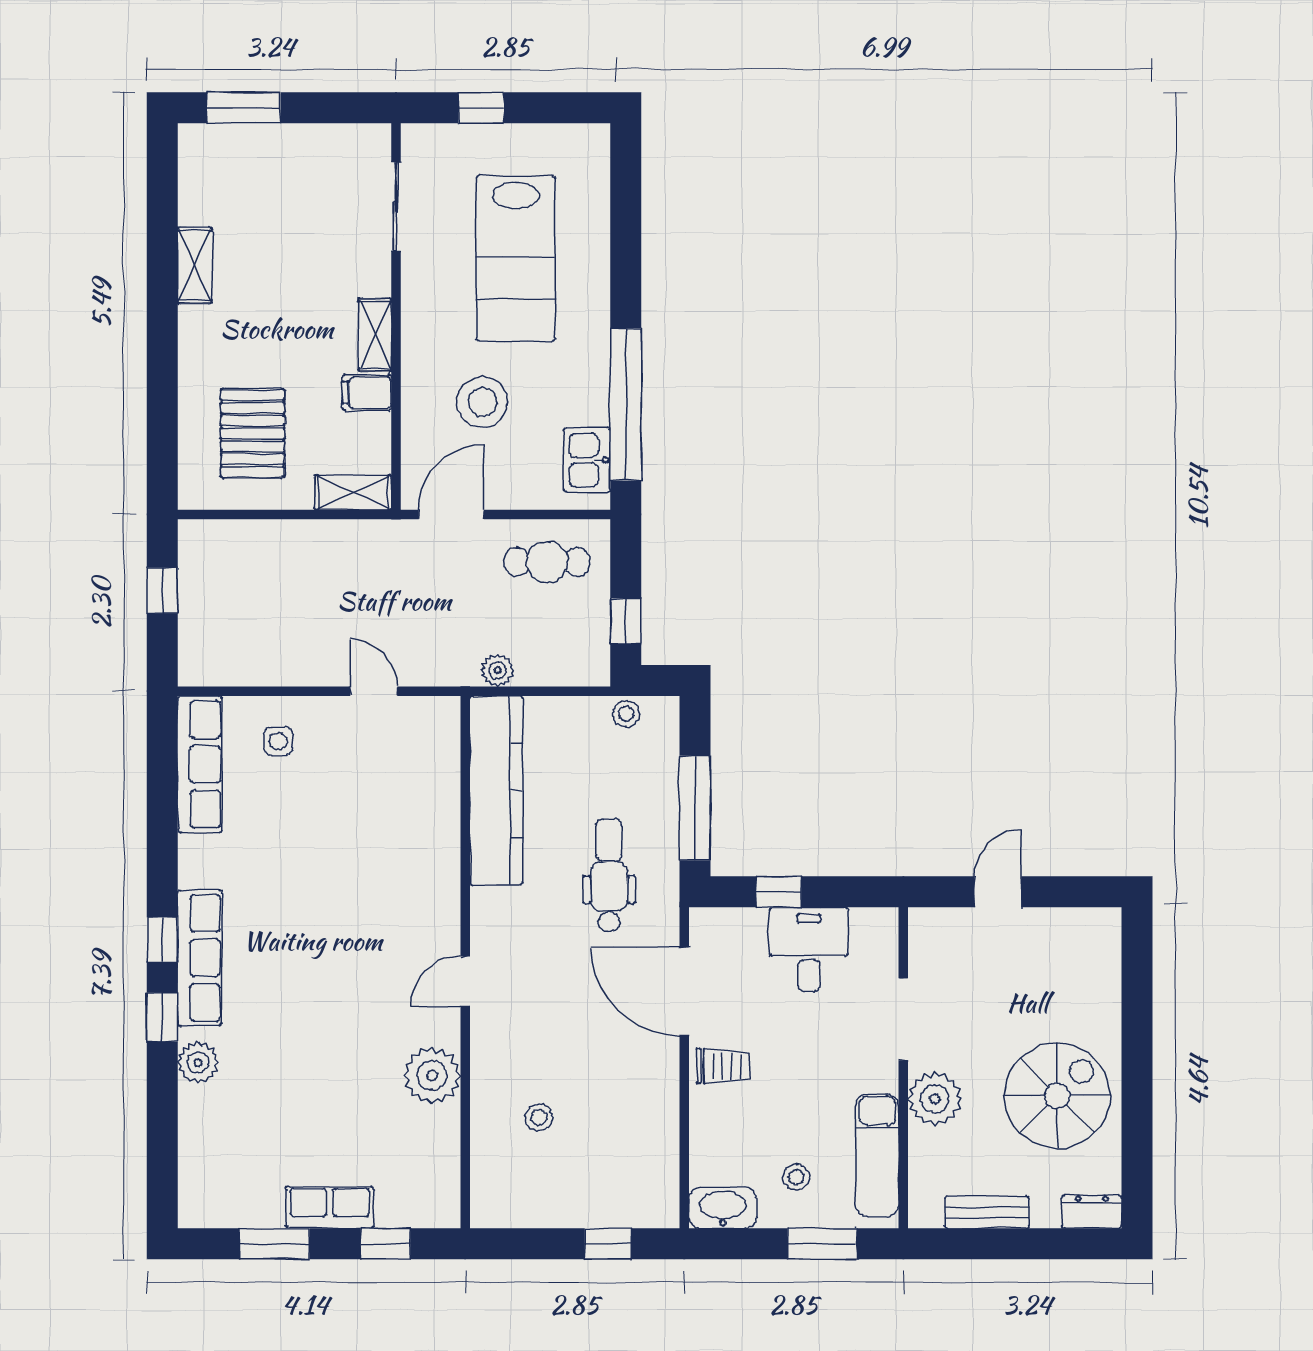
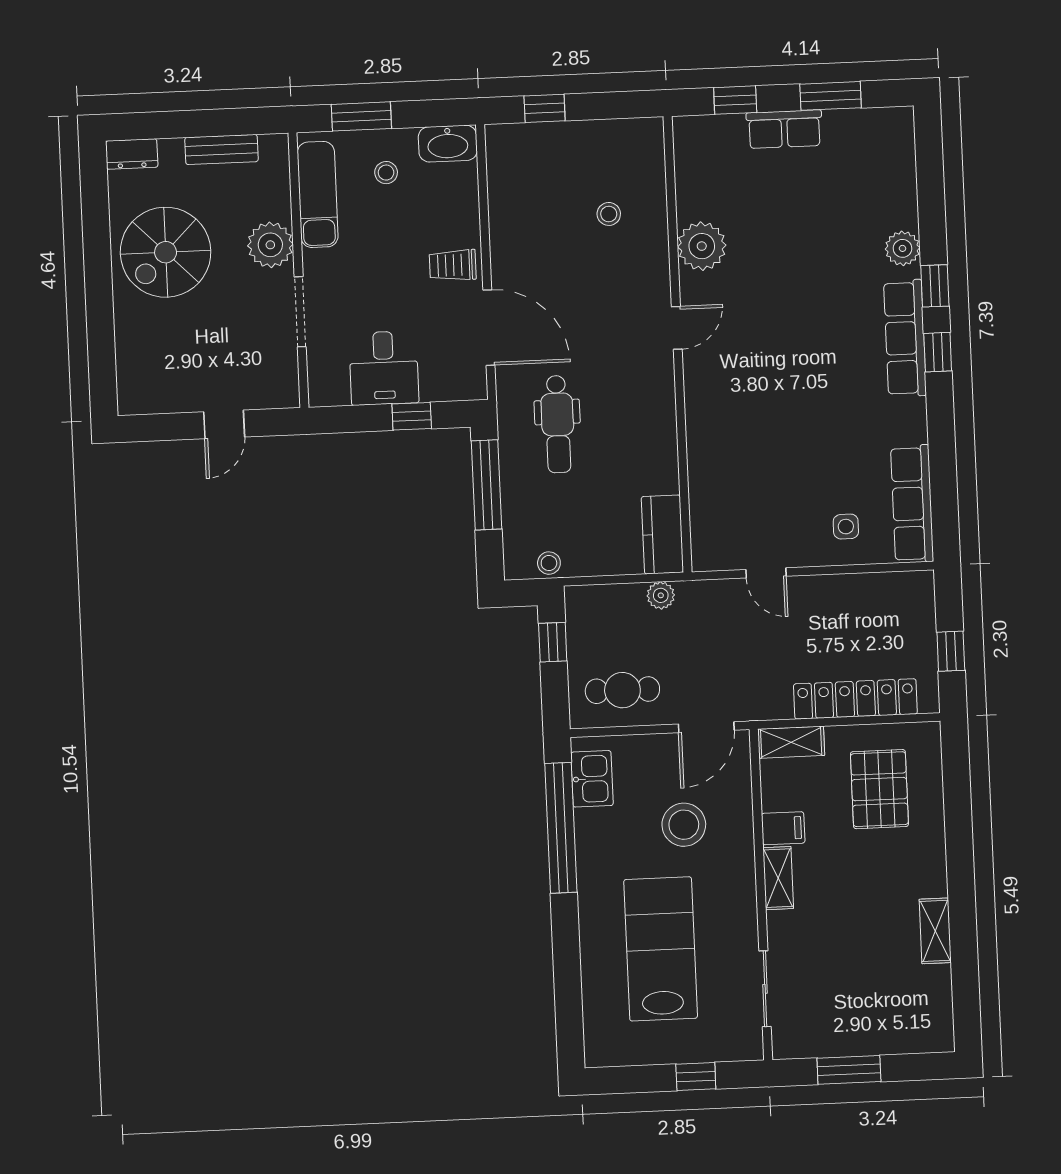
window: (244, 108) -> (849, 1070), moved
locker: (276, 540) -> (855, 699), added
kitchen counter: (496, 790) -> (662, 535), width x0.48, depth x0.86

